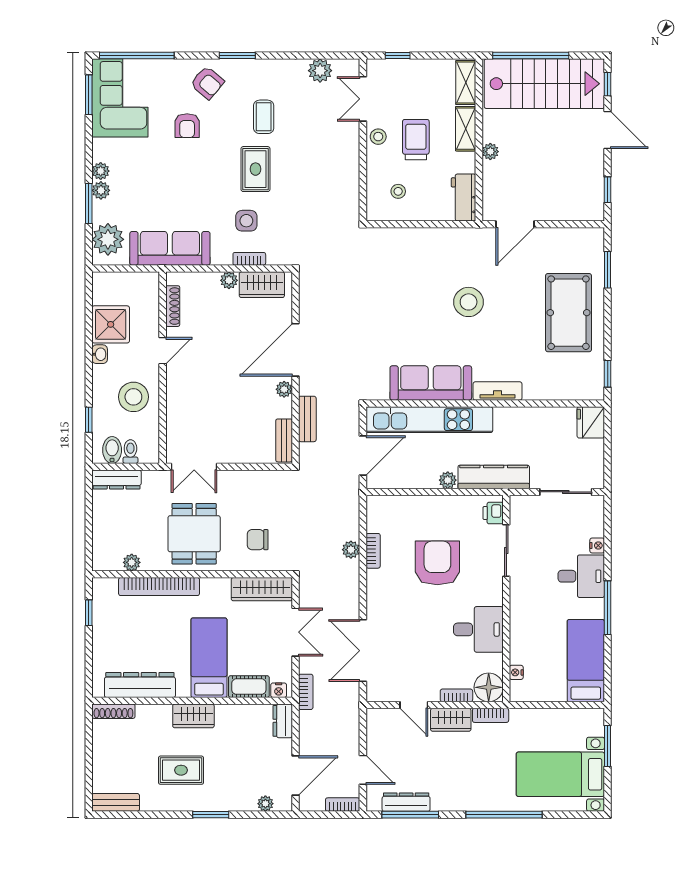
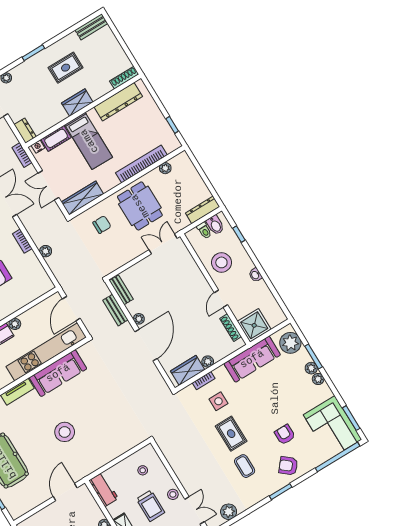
shower: (111, 324) -> (254, 325), moved
bookcase: (373, 551) -> (22, 241), moved

